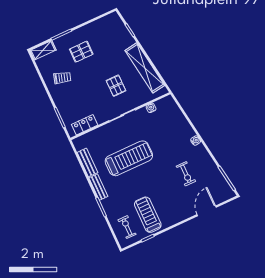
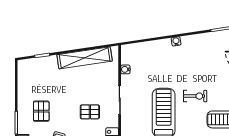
pallet: (116, 86) -> (90, 112), moved
exercise bike: (186, 174) -> (195, 96), moved

